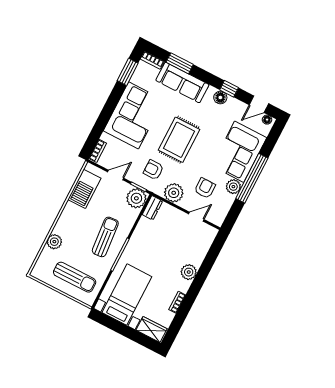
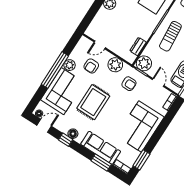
rug: (179, 140) -> (93, 102), moved
door: (116, 175) -> (158, 83), swing flipped
dresser: (152, 208) -> (138, 46), moved

